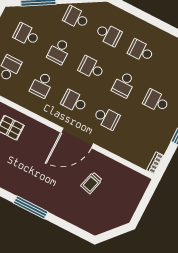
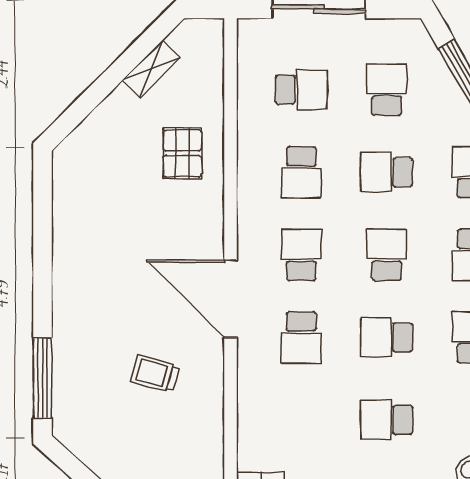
school desk: (42, 85) -> (301, 172), turned -90
school desk: (156, 101) -> (387, 420), turned -90
window: (31, 207) -> (42, 378), moved

